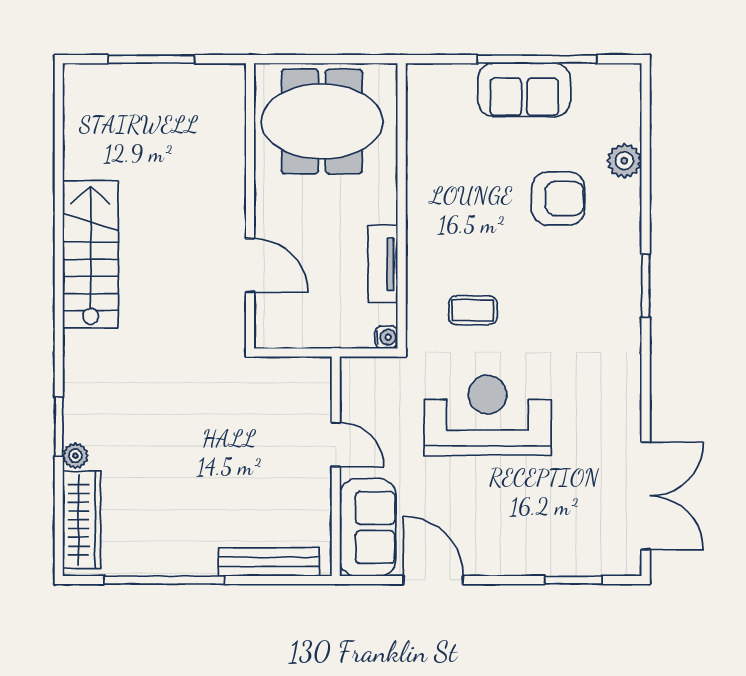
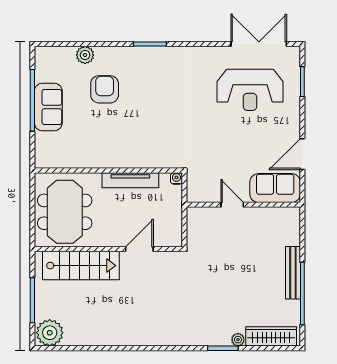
plant: (89, 93) -> (50, 333), added
stairs: (91, 254) -> (81, 266), moved, turned 180
tv unit: (383, 264) -> (130, 180), width x1.41
coffee table: (473, 310) -> (163, 134), removed
reception desk: (487, 415) -> (250, 90), moved, turned -90
door: (336, 445) -> (232, 205), hinge flipped
bench: (269, 562) -> (293, 273), moved

